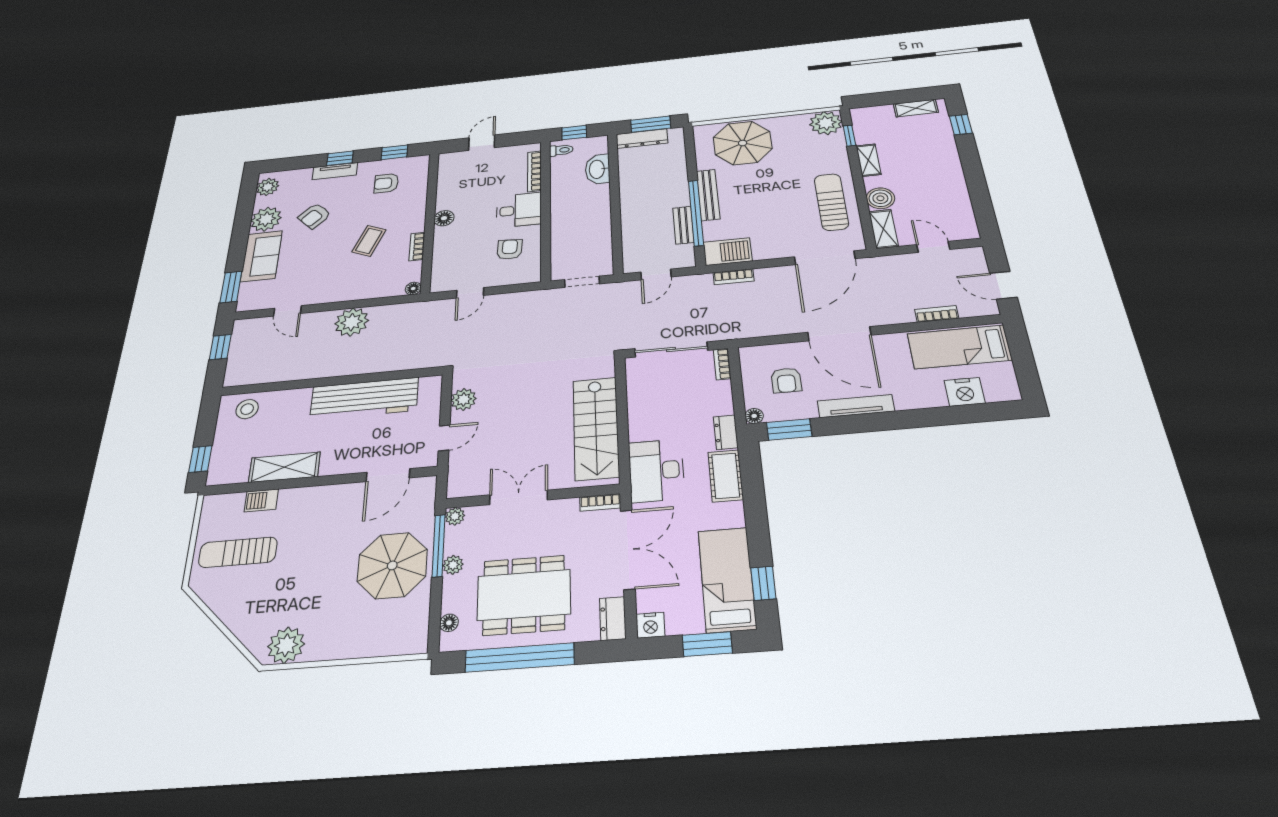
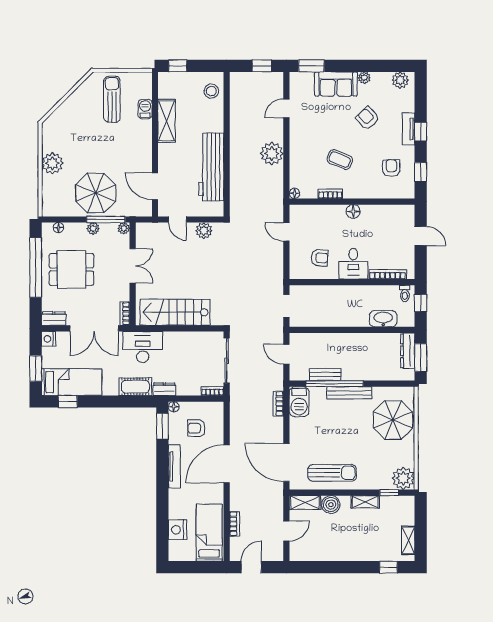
plant: (266, 219) -> (364, 78), width x0.53, depth x0.53
dining table: (524, 595) -> (71, 269), width x0.73
plant: (286, 645) -> (52, 163), moved

